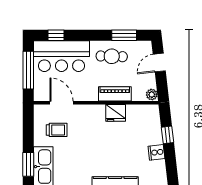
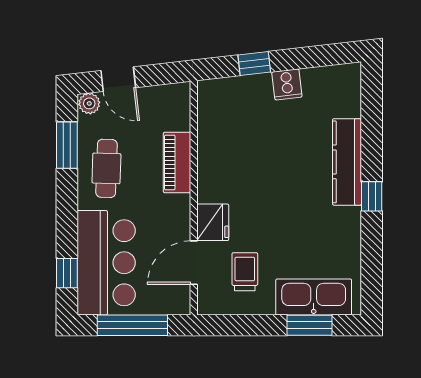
plant: (152, 94) -> (89, 103), moved
fridge: (116, 113) -> (213, 222), moved

